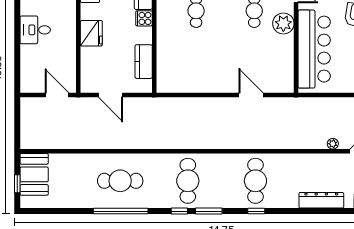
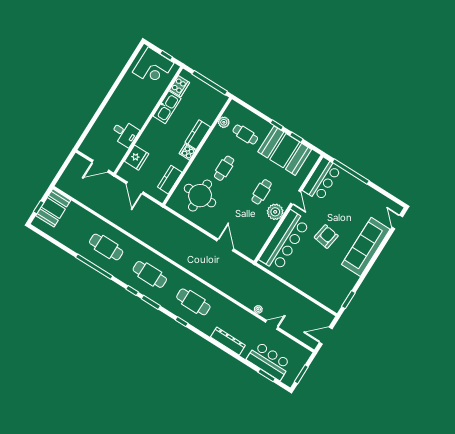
desk: (35, 30) -> (125, 133), moved, turned 180
fridge: (91, 33) -> (137, 158), moved
round table: (188, 58) -> (200, 196), added
door: (57, 95) -> (100, 166), swing flipped
cafe table: (188, 181) -> (150, 274), turned 90
cafe table: (255, 181) -> (193, 302), turned 90

